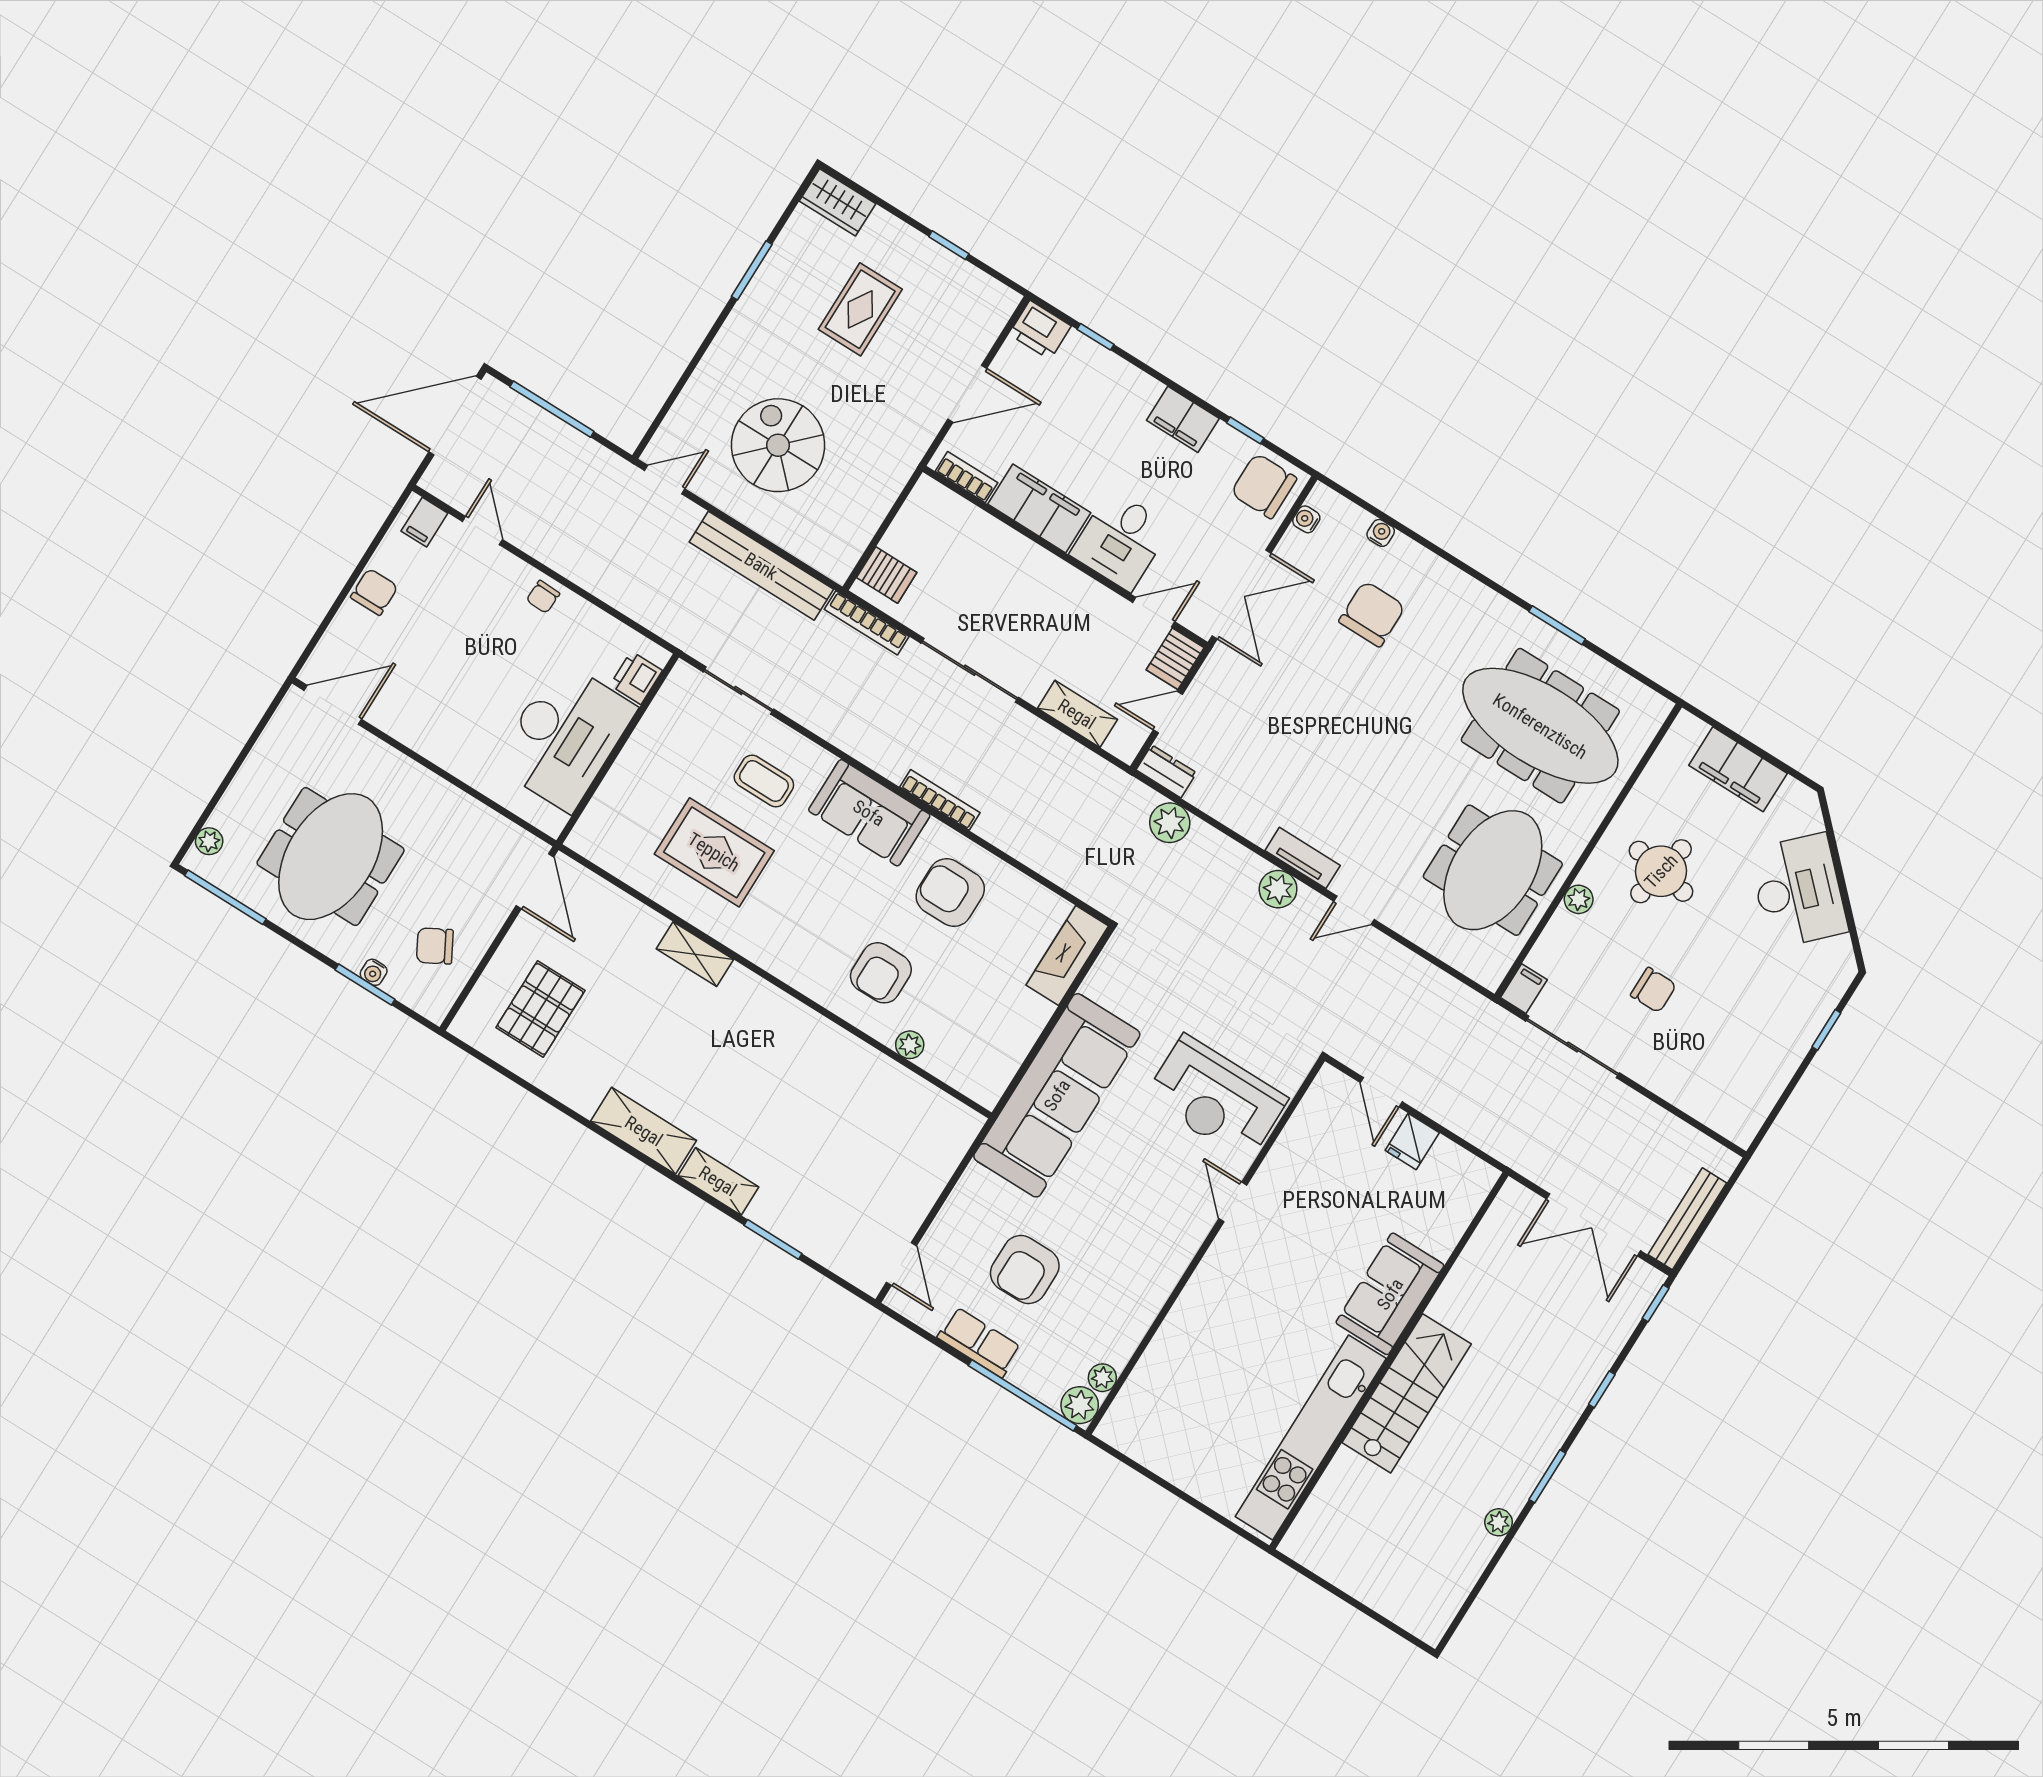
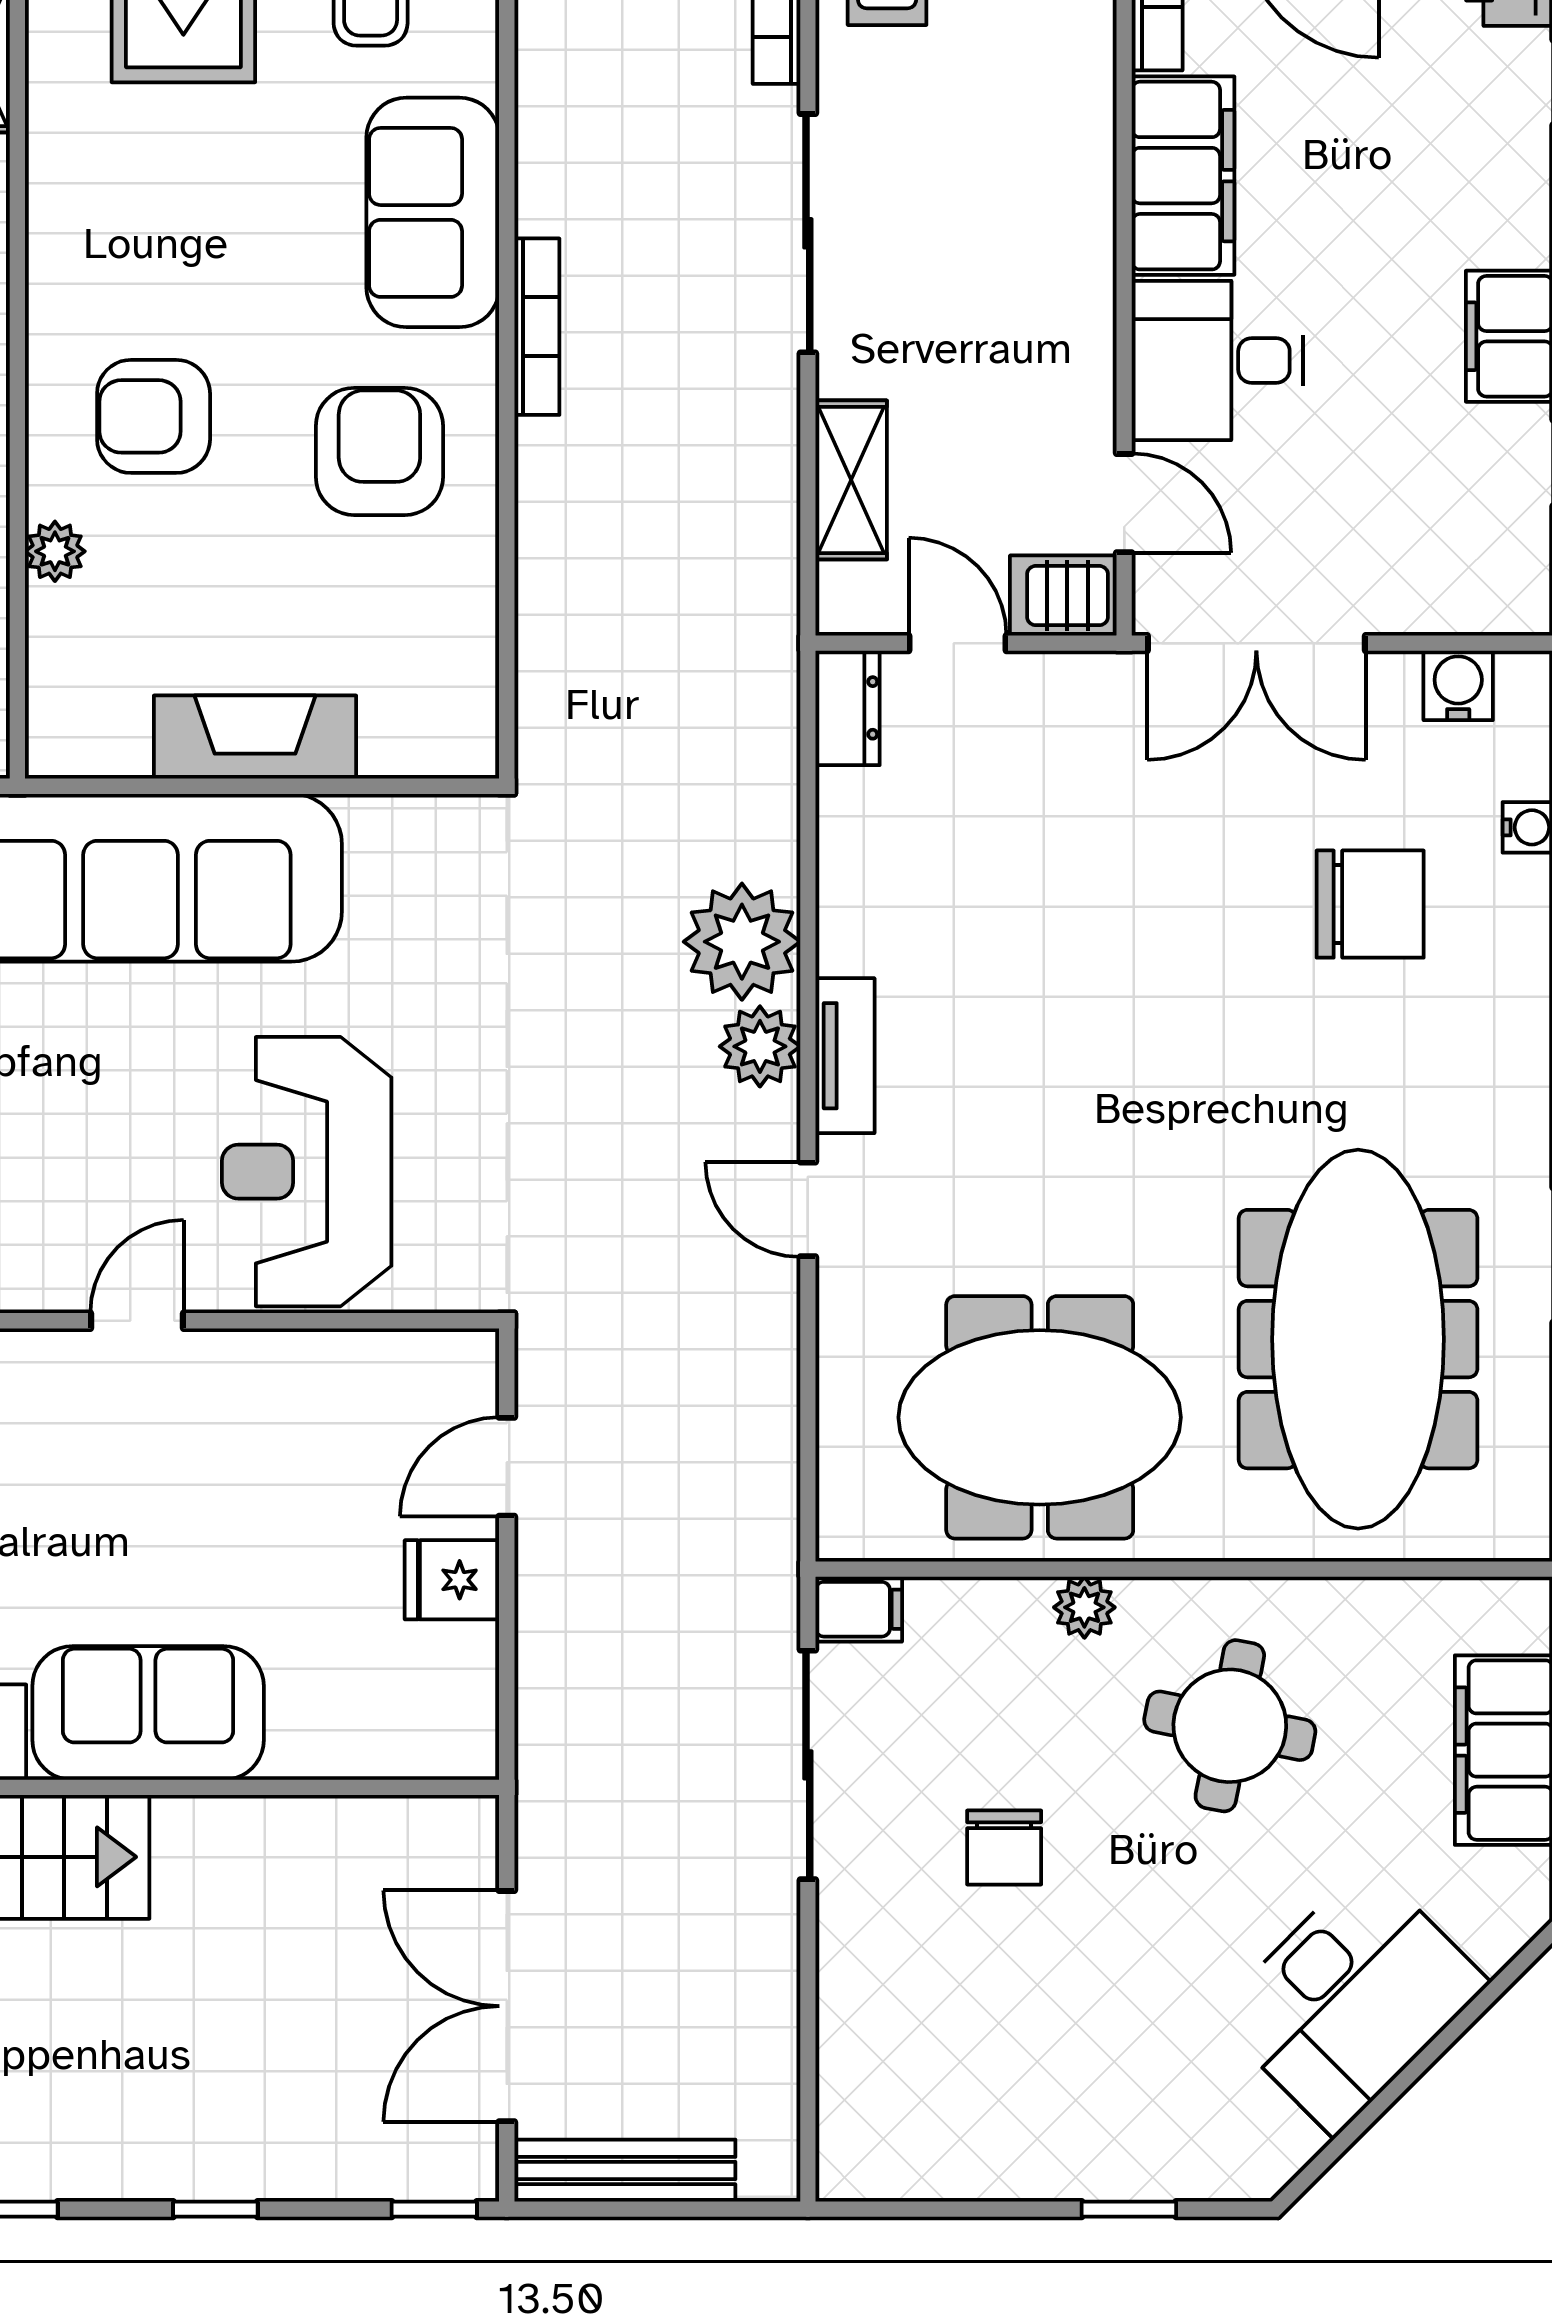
chair: (1264, 486) -> (1480, 560), removed
water cooler: (1306, 519) -> (1458, 685), width x1.38, depth x1.38
plant: (1170, 823) -> (742, 942), moved, width x1.36, depth x1.36
fireplace: (1067, 955) -> (255, 737), moved

